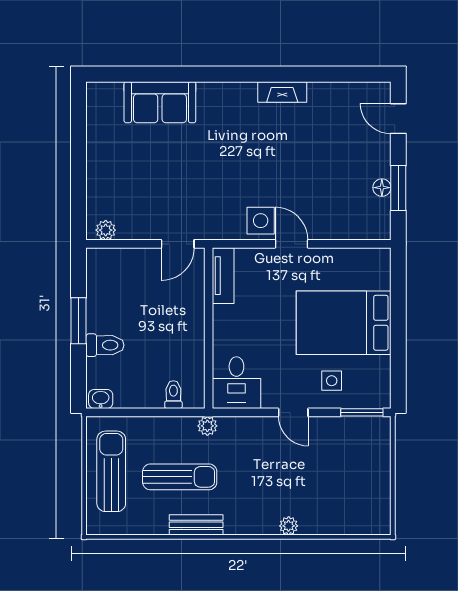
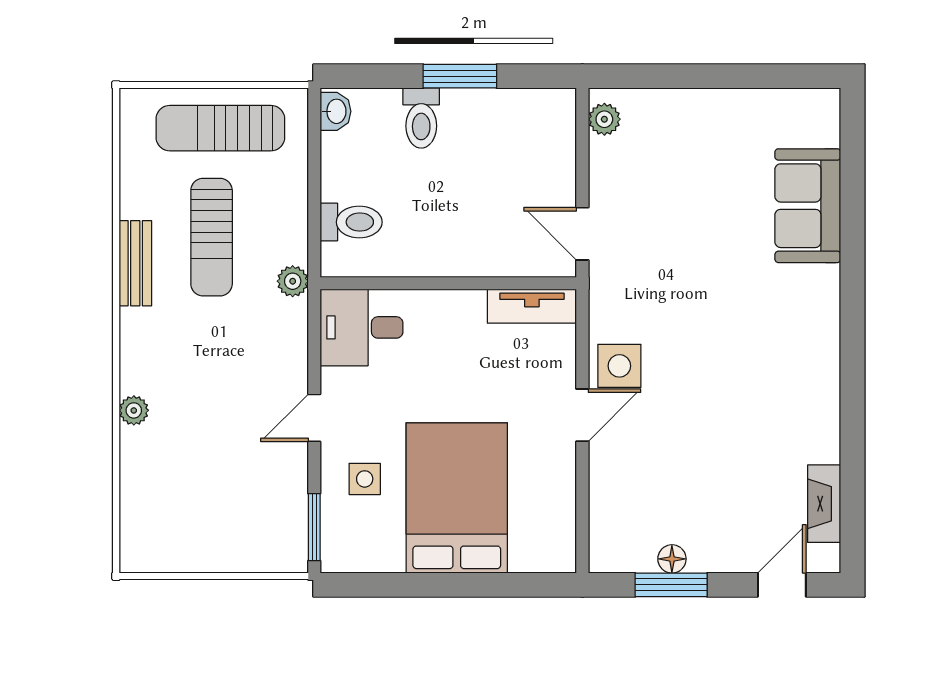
fireplace: (282, 92) -> (824, 504), moved
toilet: (173, 395) -> (351, 222), width x1.37, depth x1.39
sun lounger: (111, 471) -> (220, 128), turned 180

